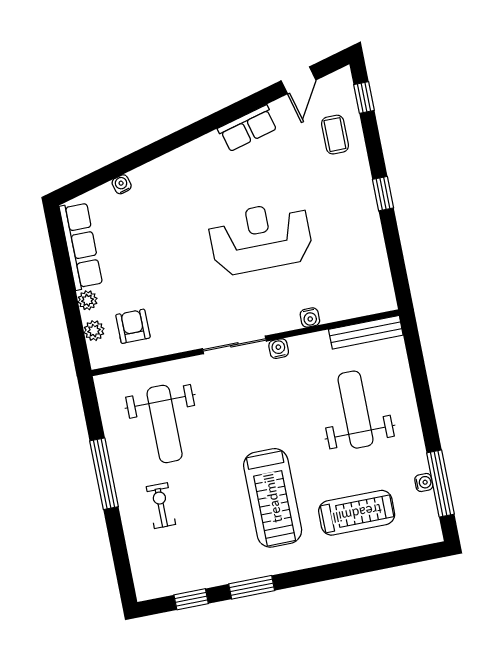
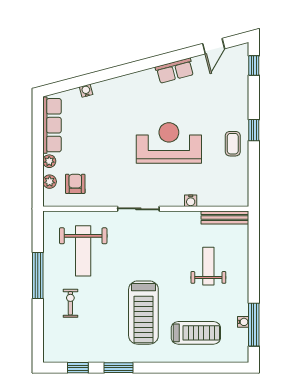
coffee table: (335, 135) -> (233, 144), moved
water cooler: (279, 349) -> (167, 217), removed
weight bench: (356, 410) -> (208, 266), width x0.73, depth x0.75

